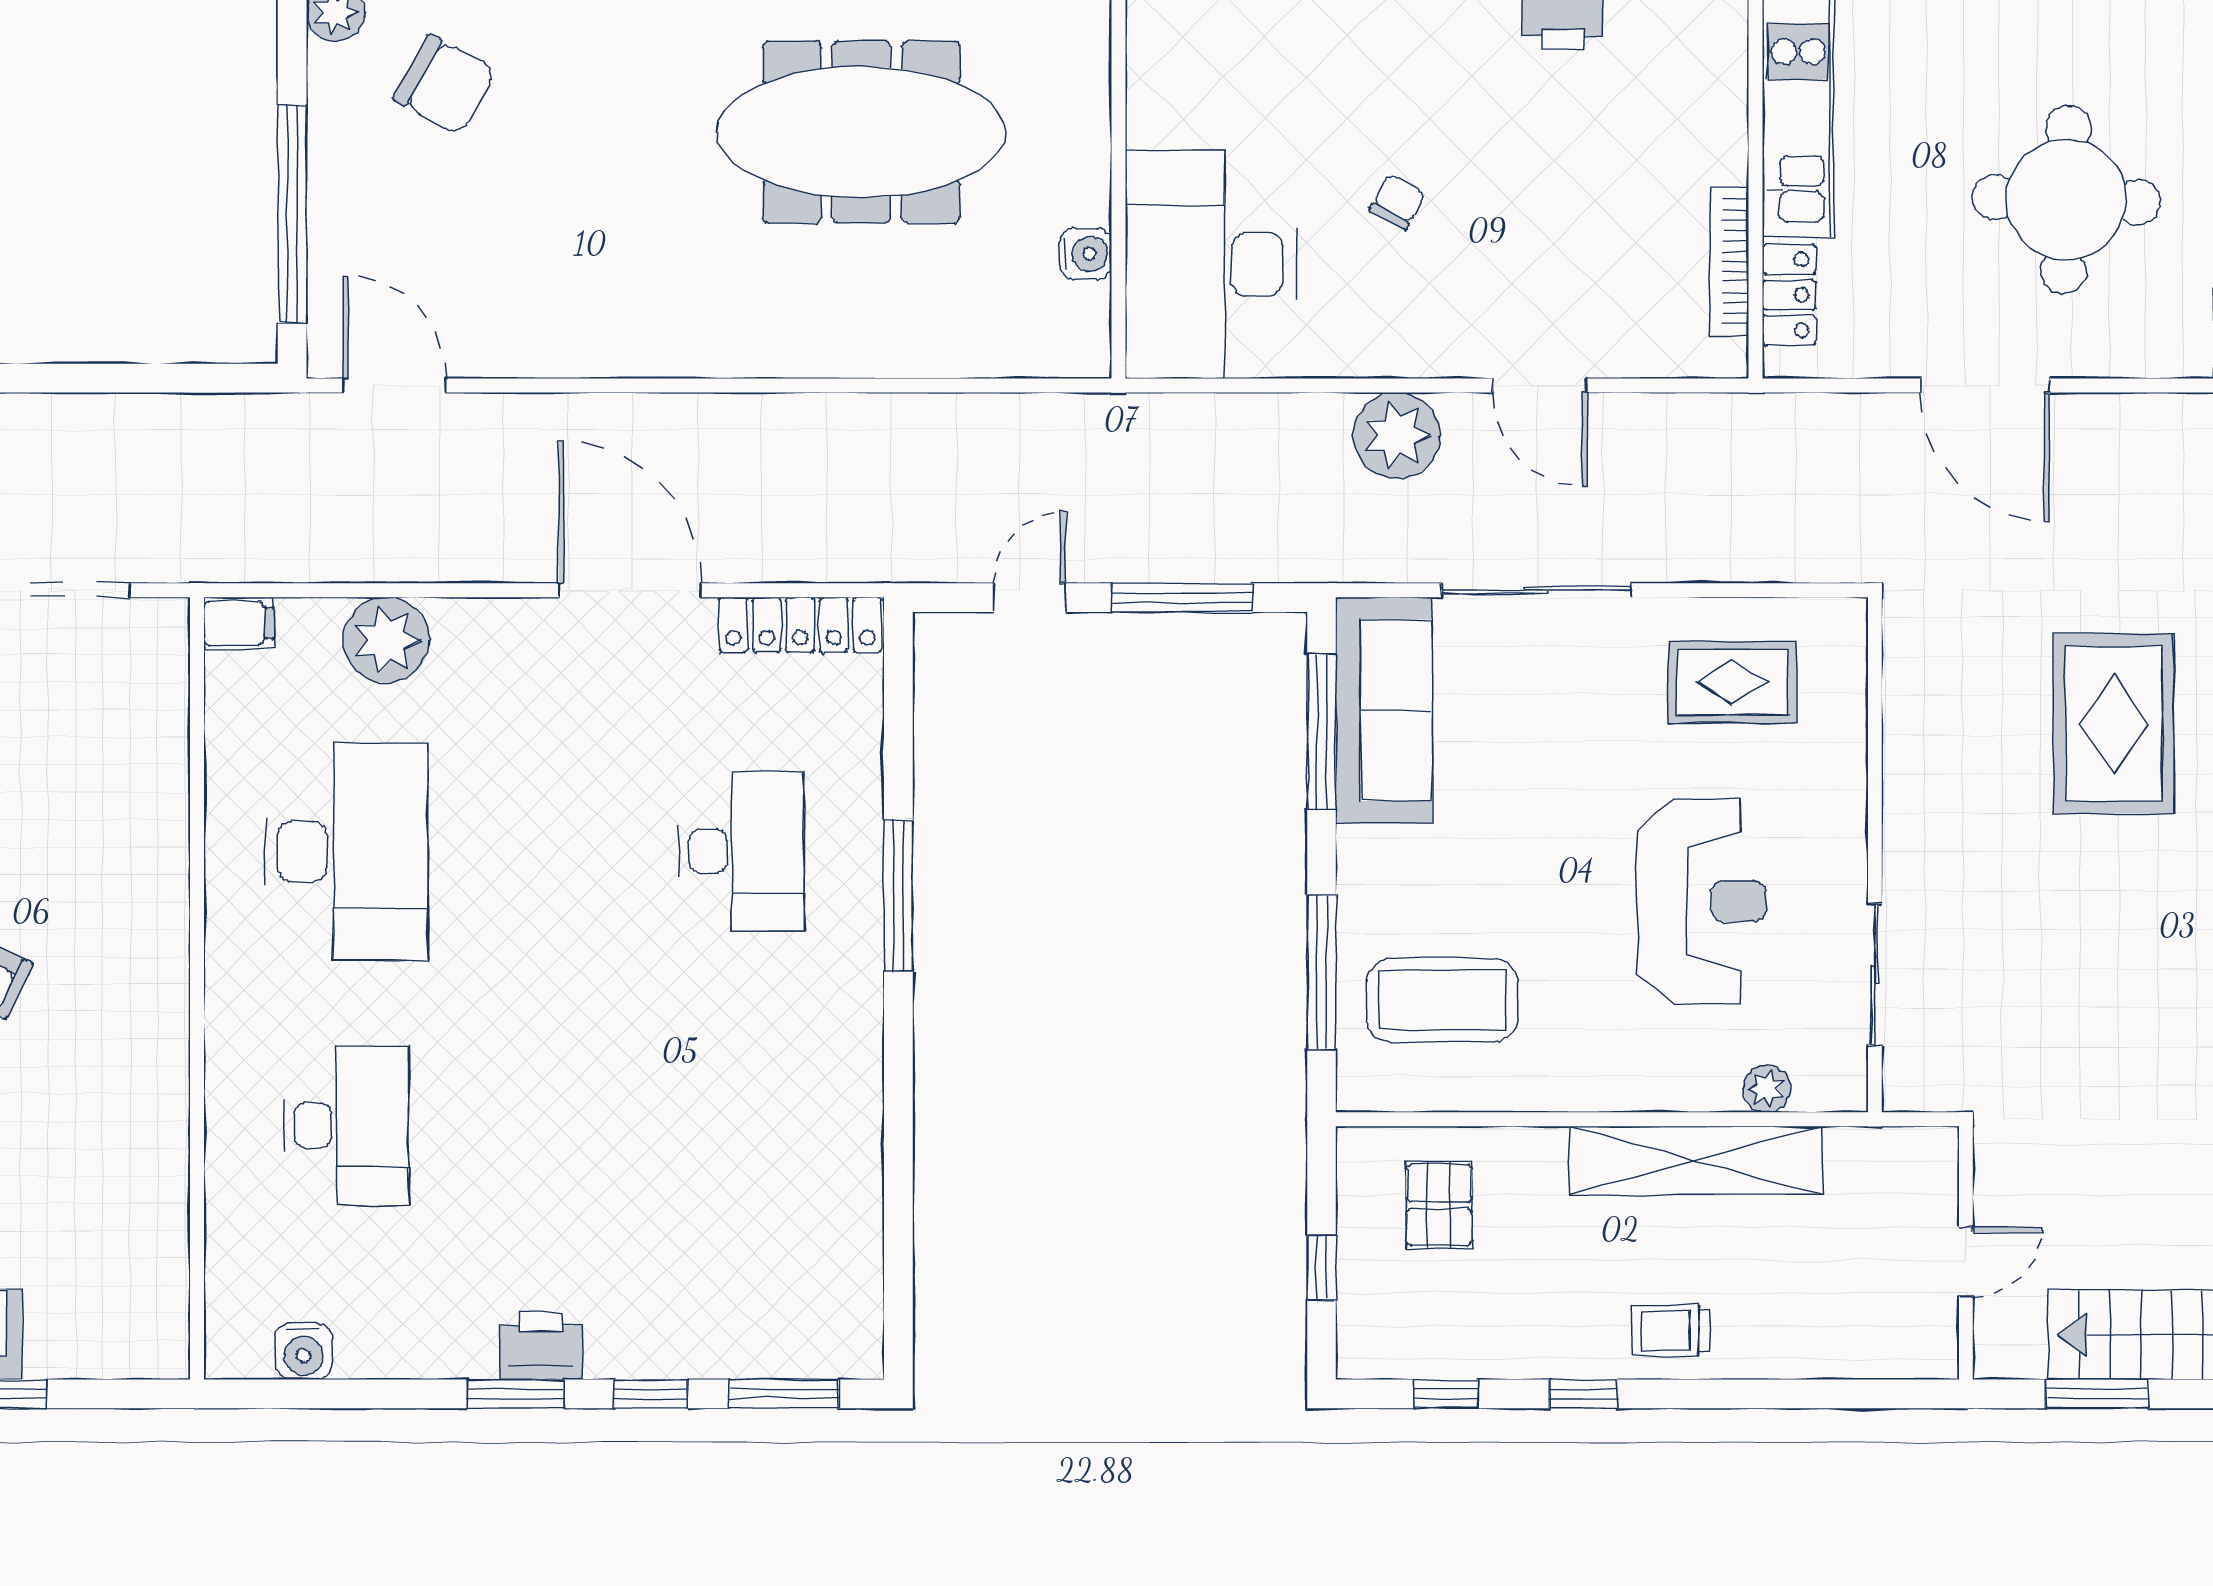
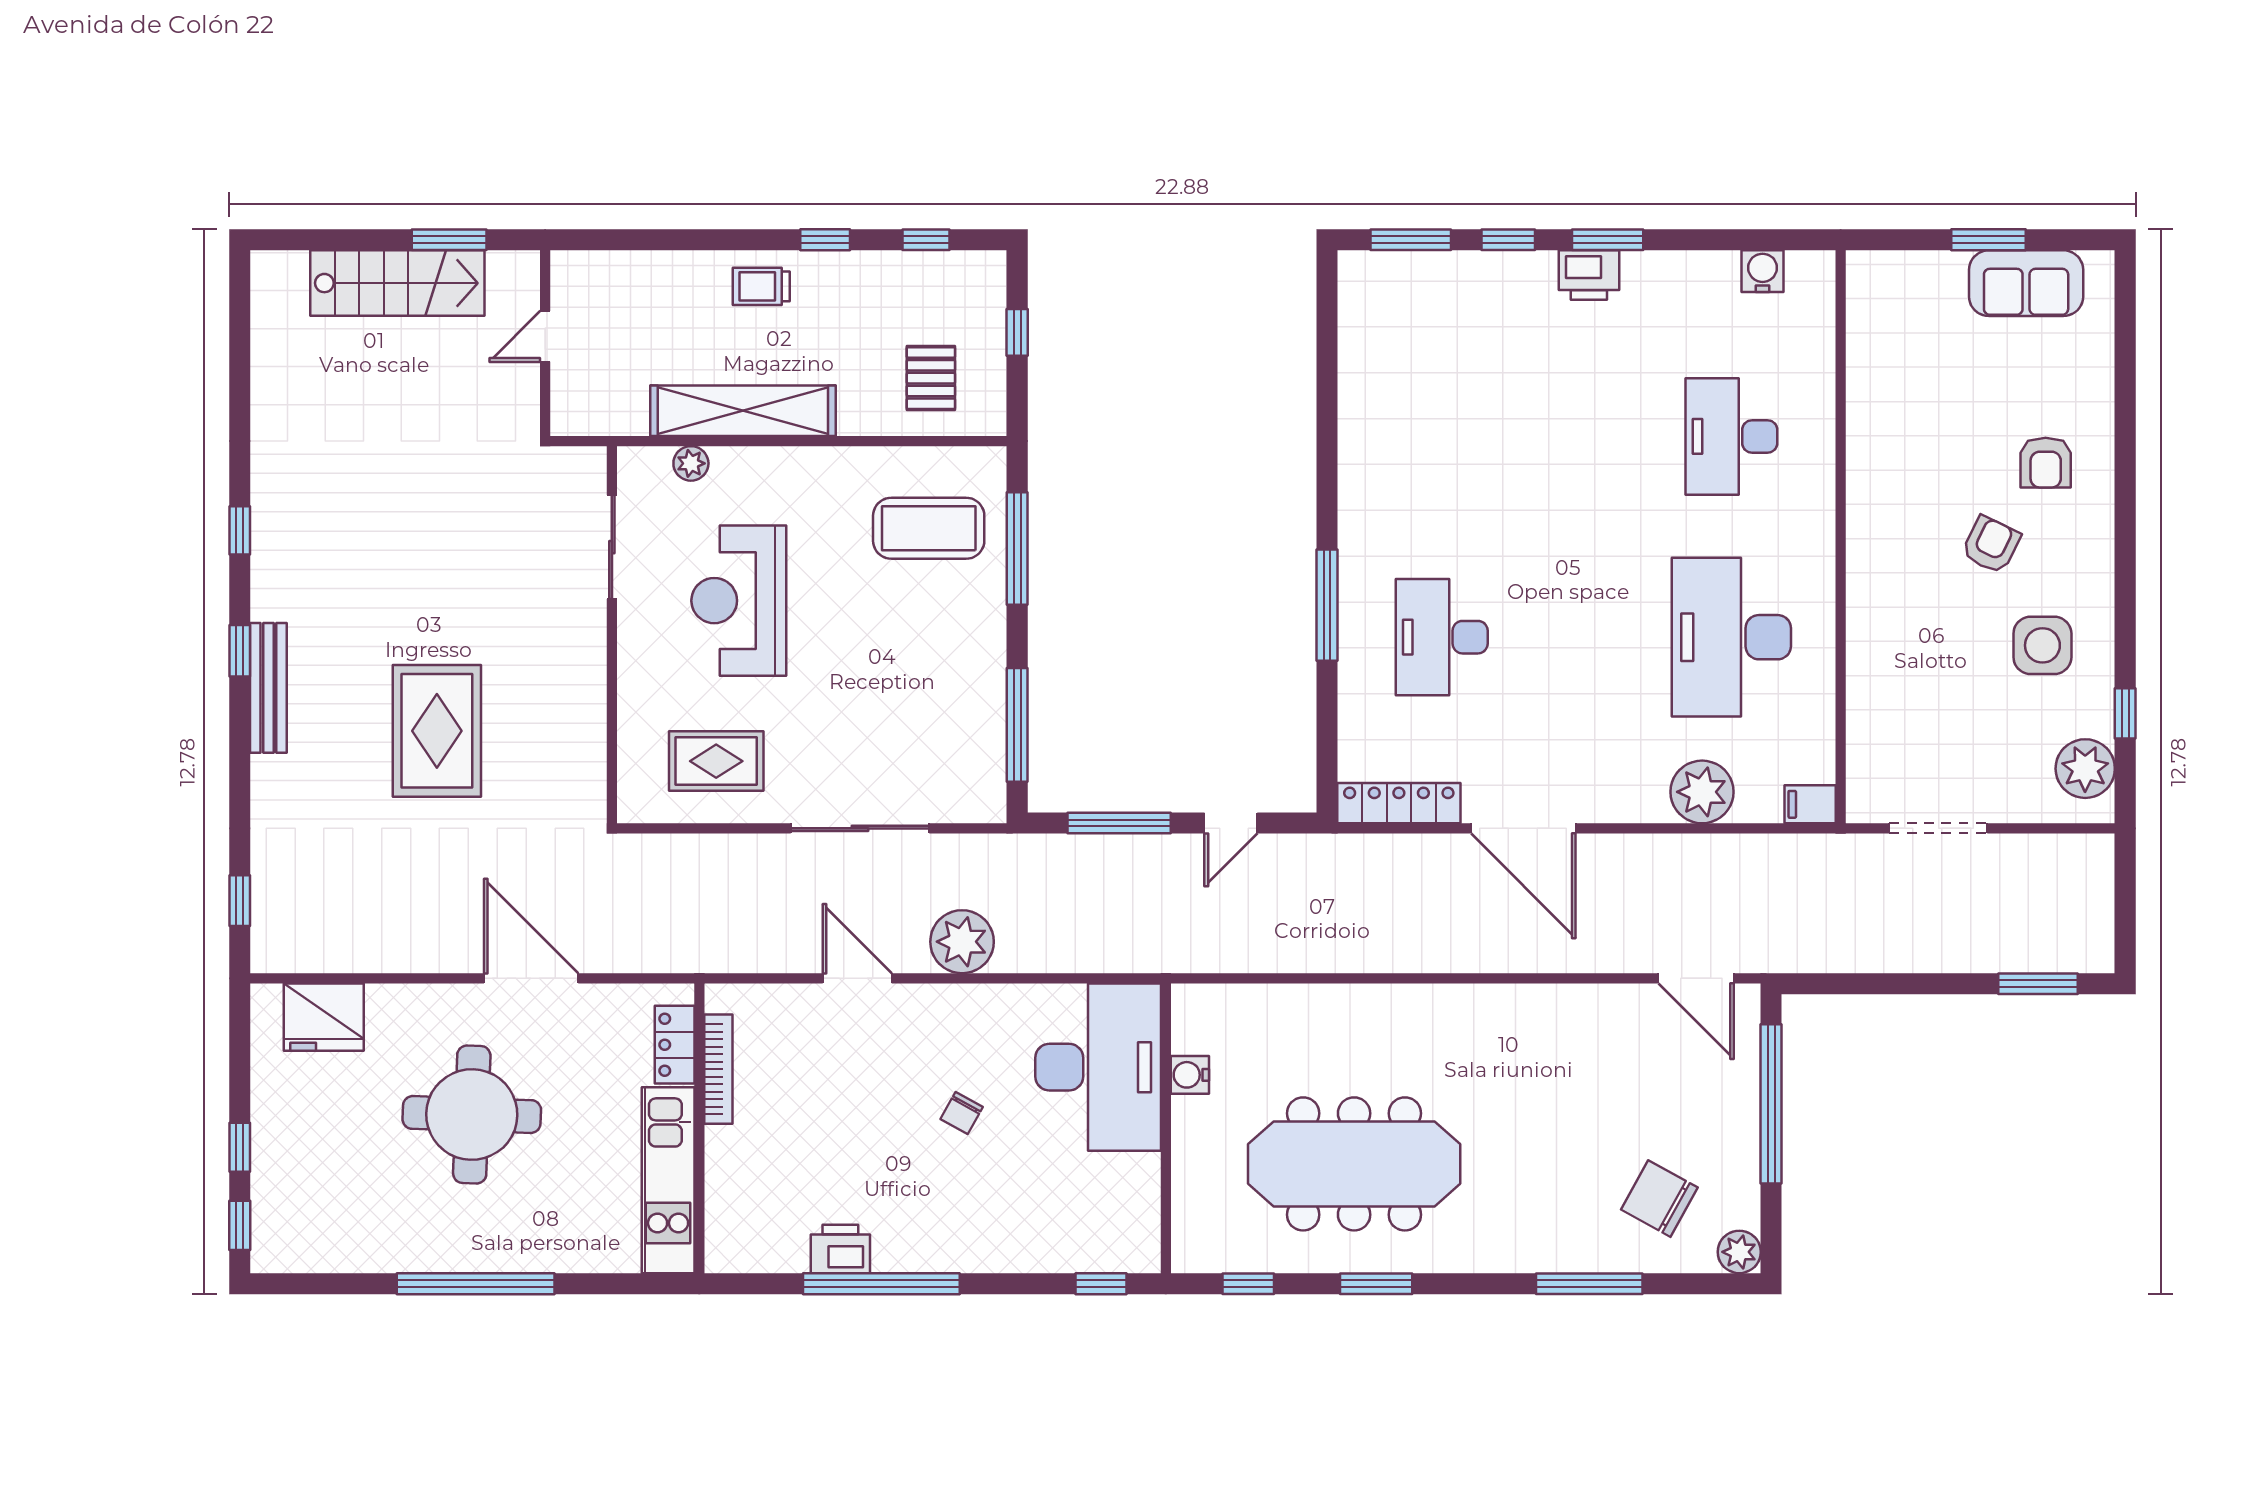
sofa: (1384, 710) -> (971, 740), removed
trolley: (1671, 1330) -> (761, 286), turned 180

